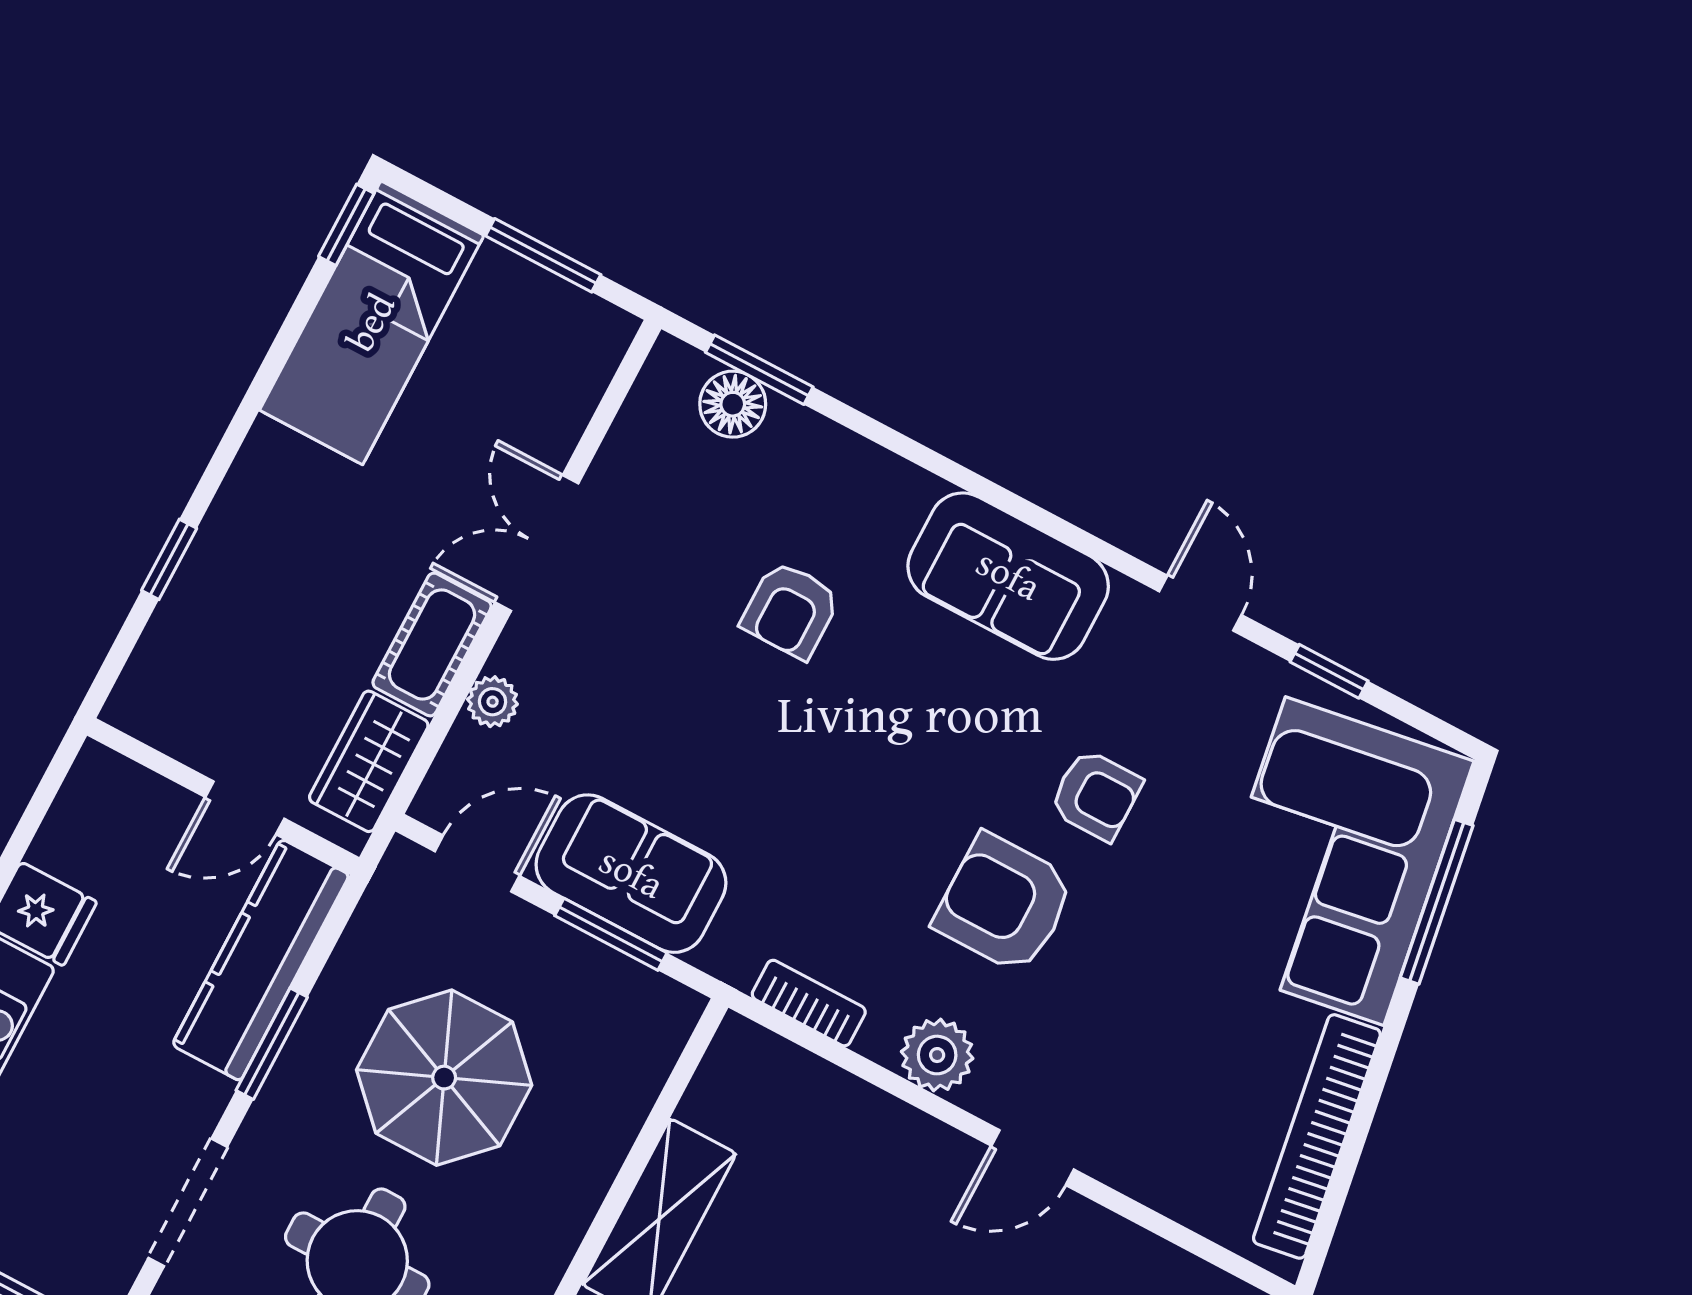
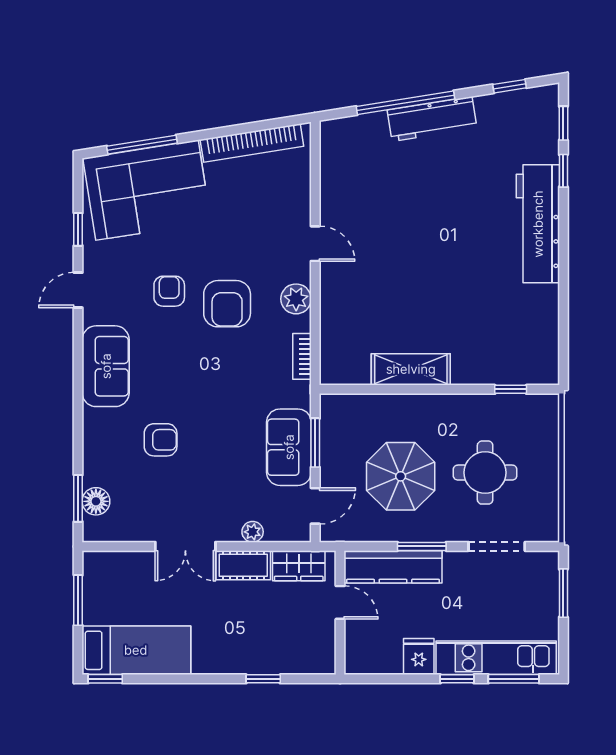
door: (477, 864) -> (315, 506), swing flipped

